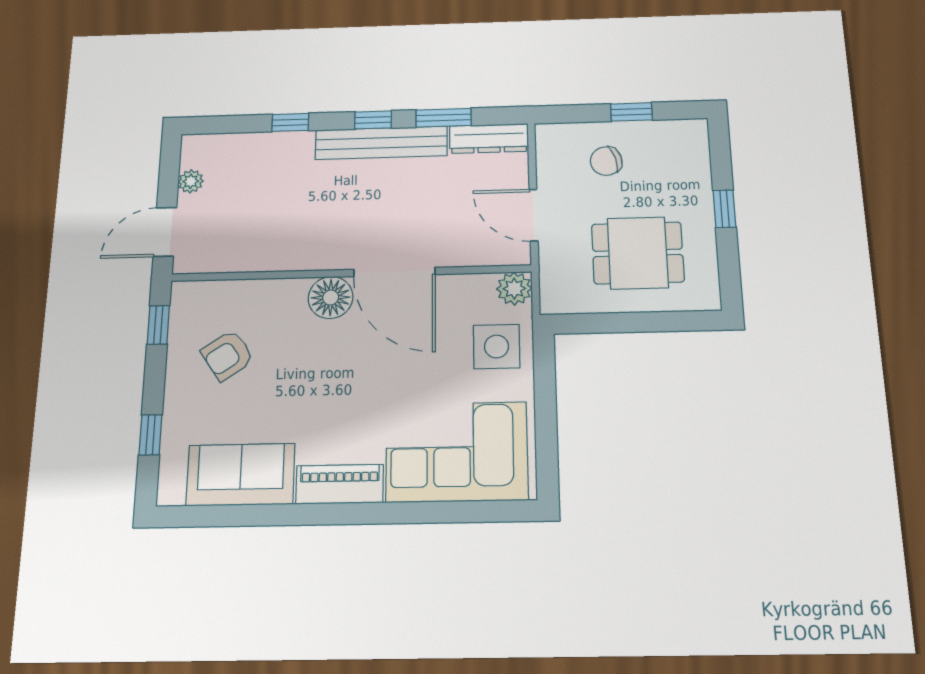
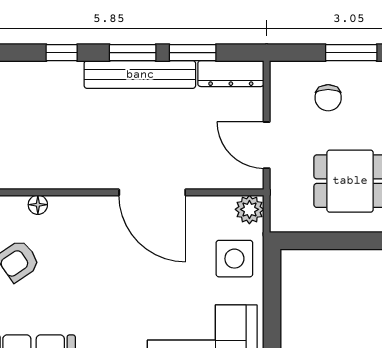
window: (631, 112) -> (351, 53), width x1.50
window: (373, 120) -> (133, 53), width x1.50
chair: (606, 161) -> (328, 98), turned -74
floor lamp: (331, 298) -> (38, 205), moved, width x0.53, depth x0.53

